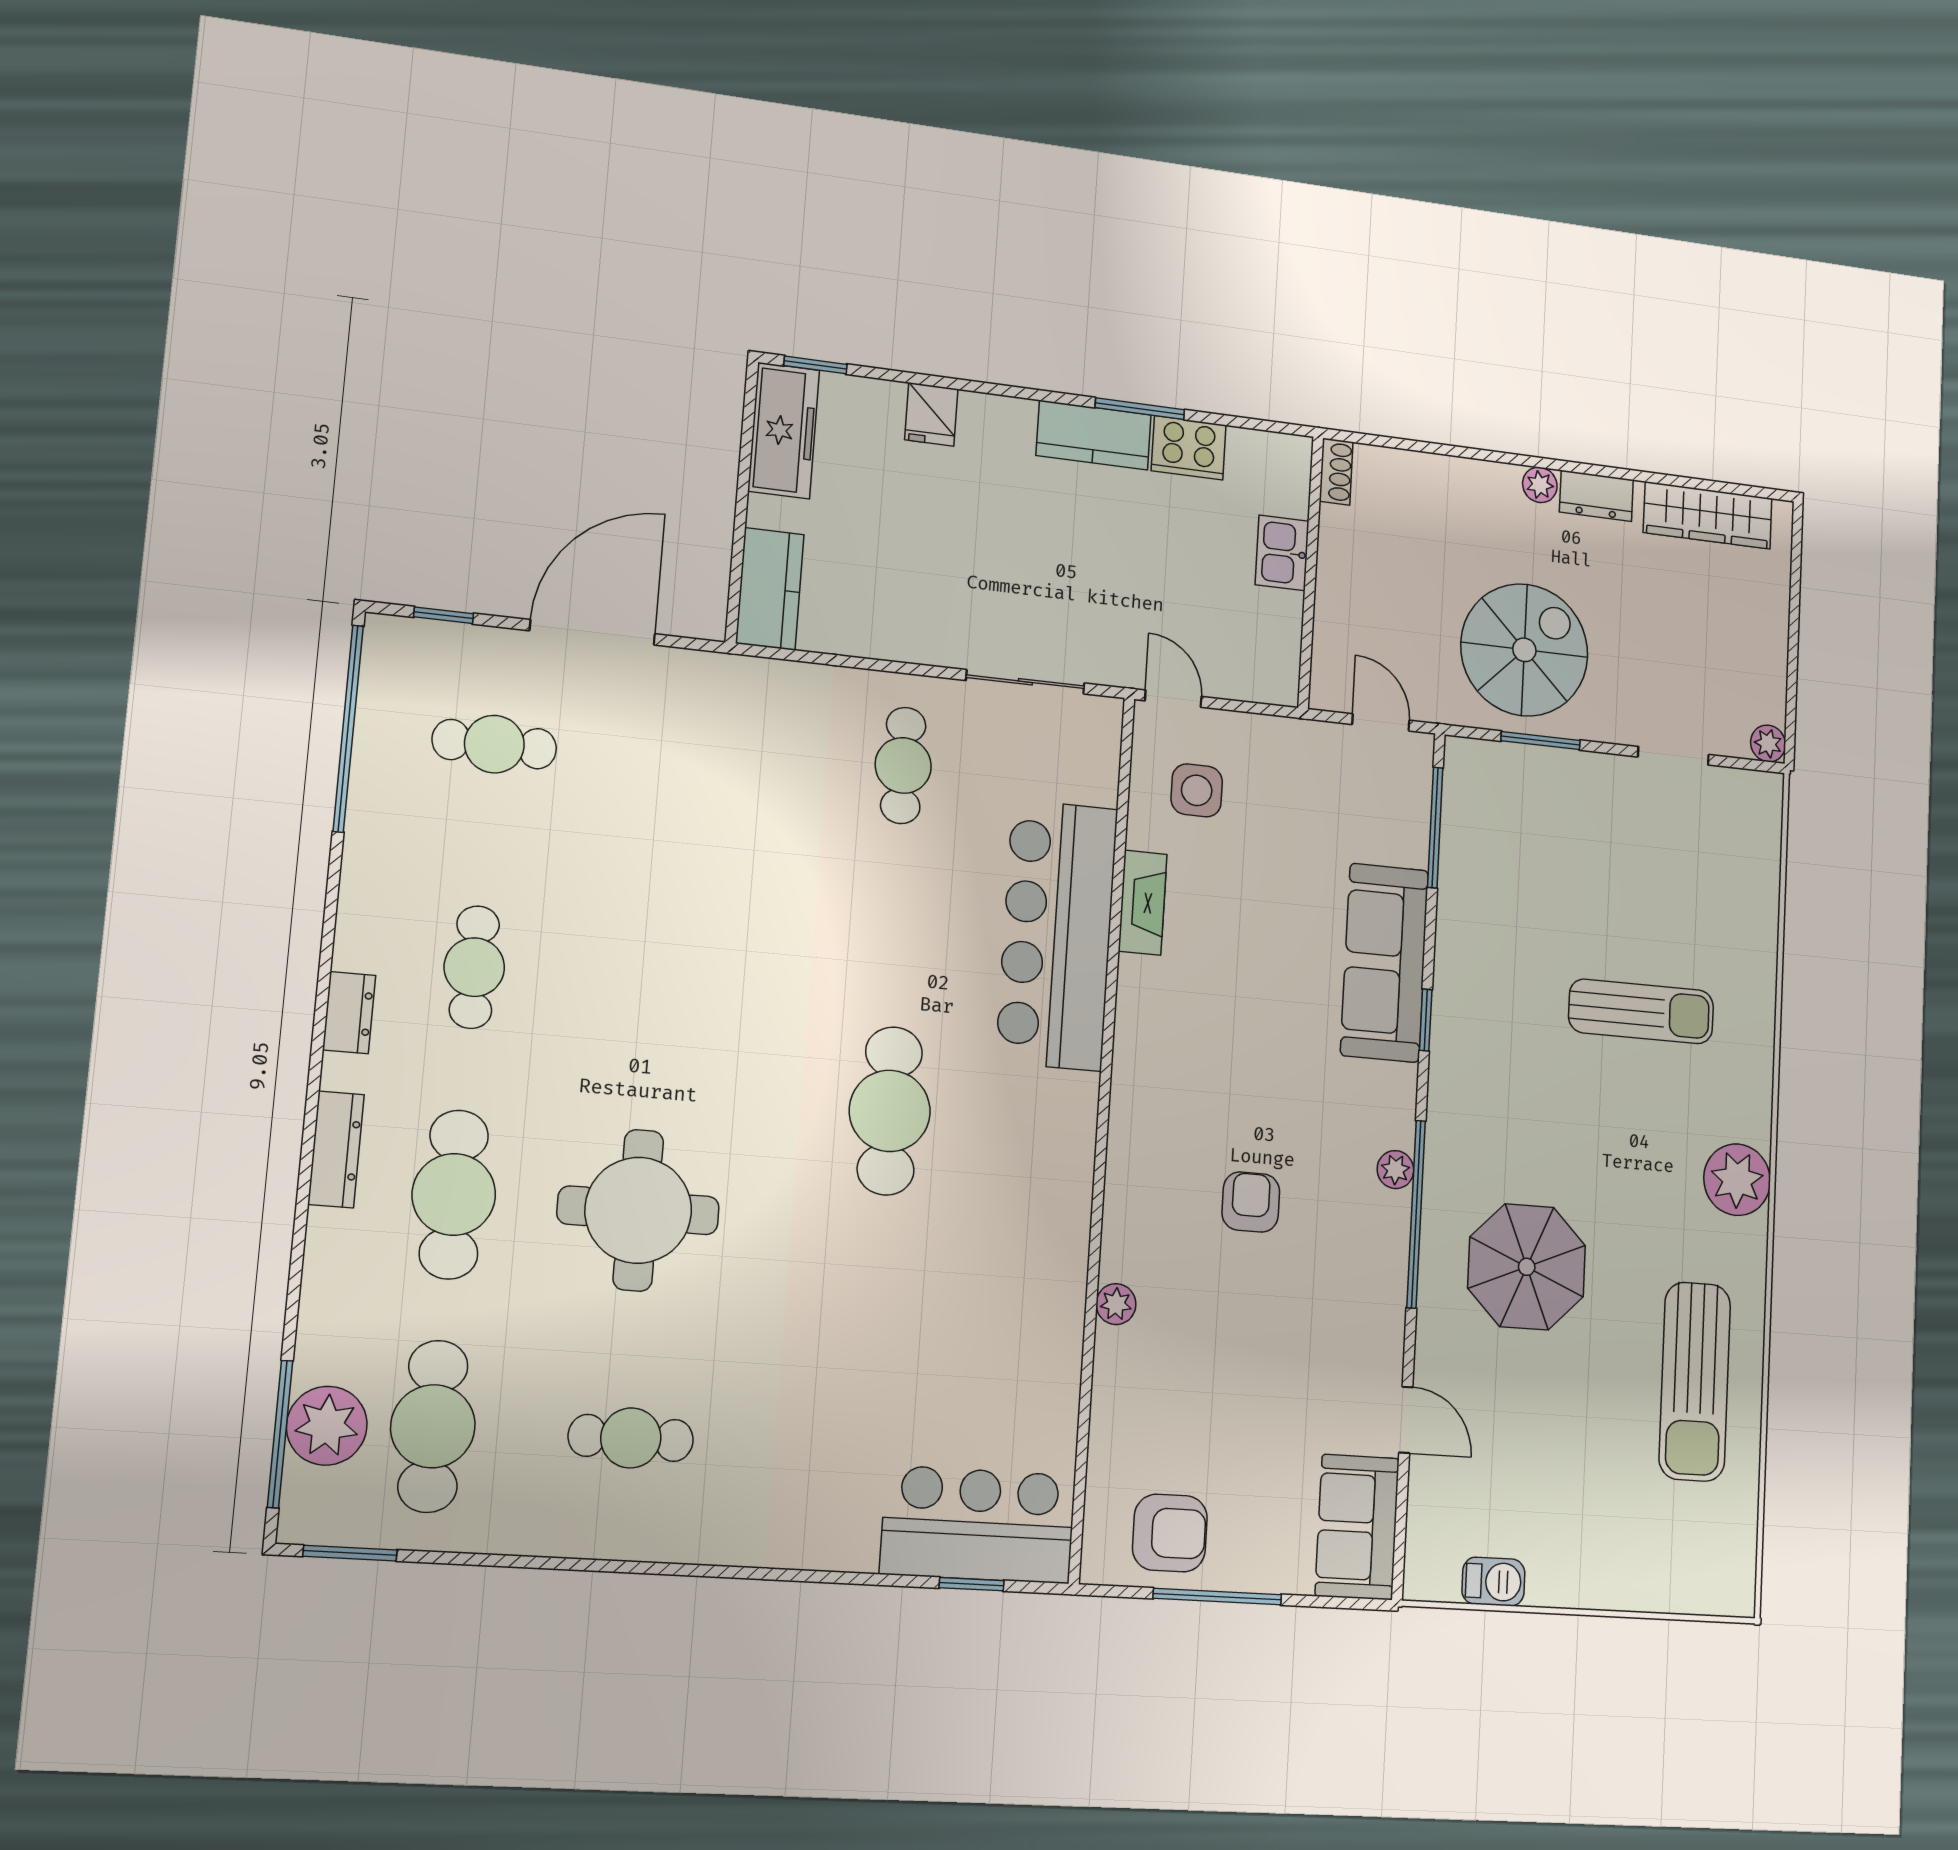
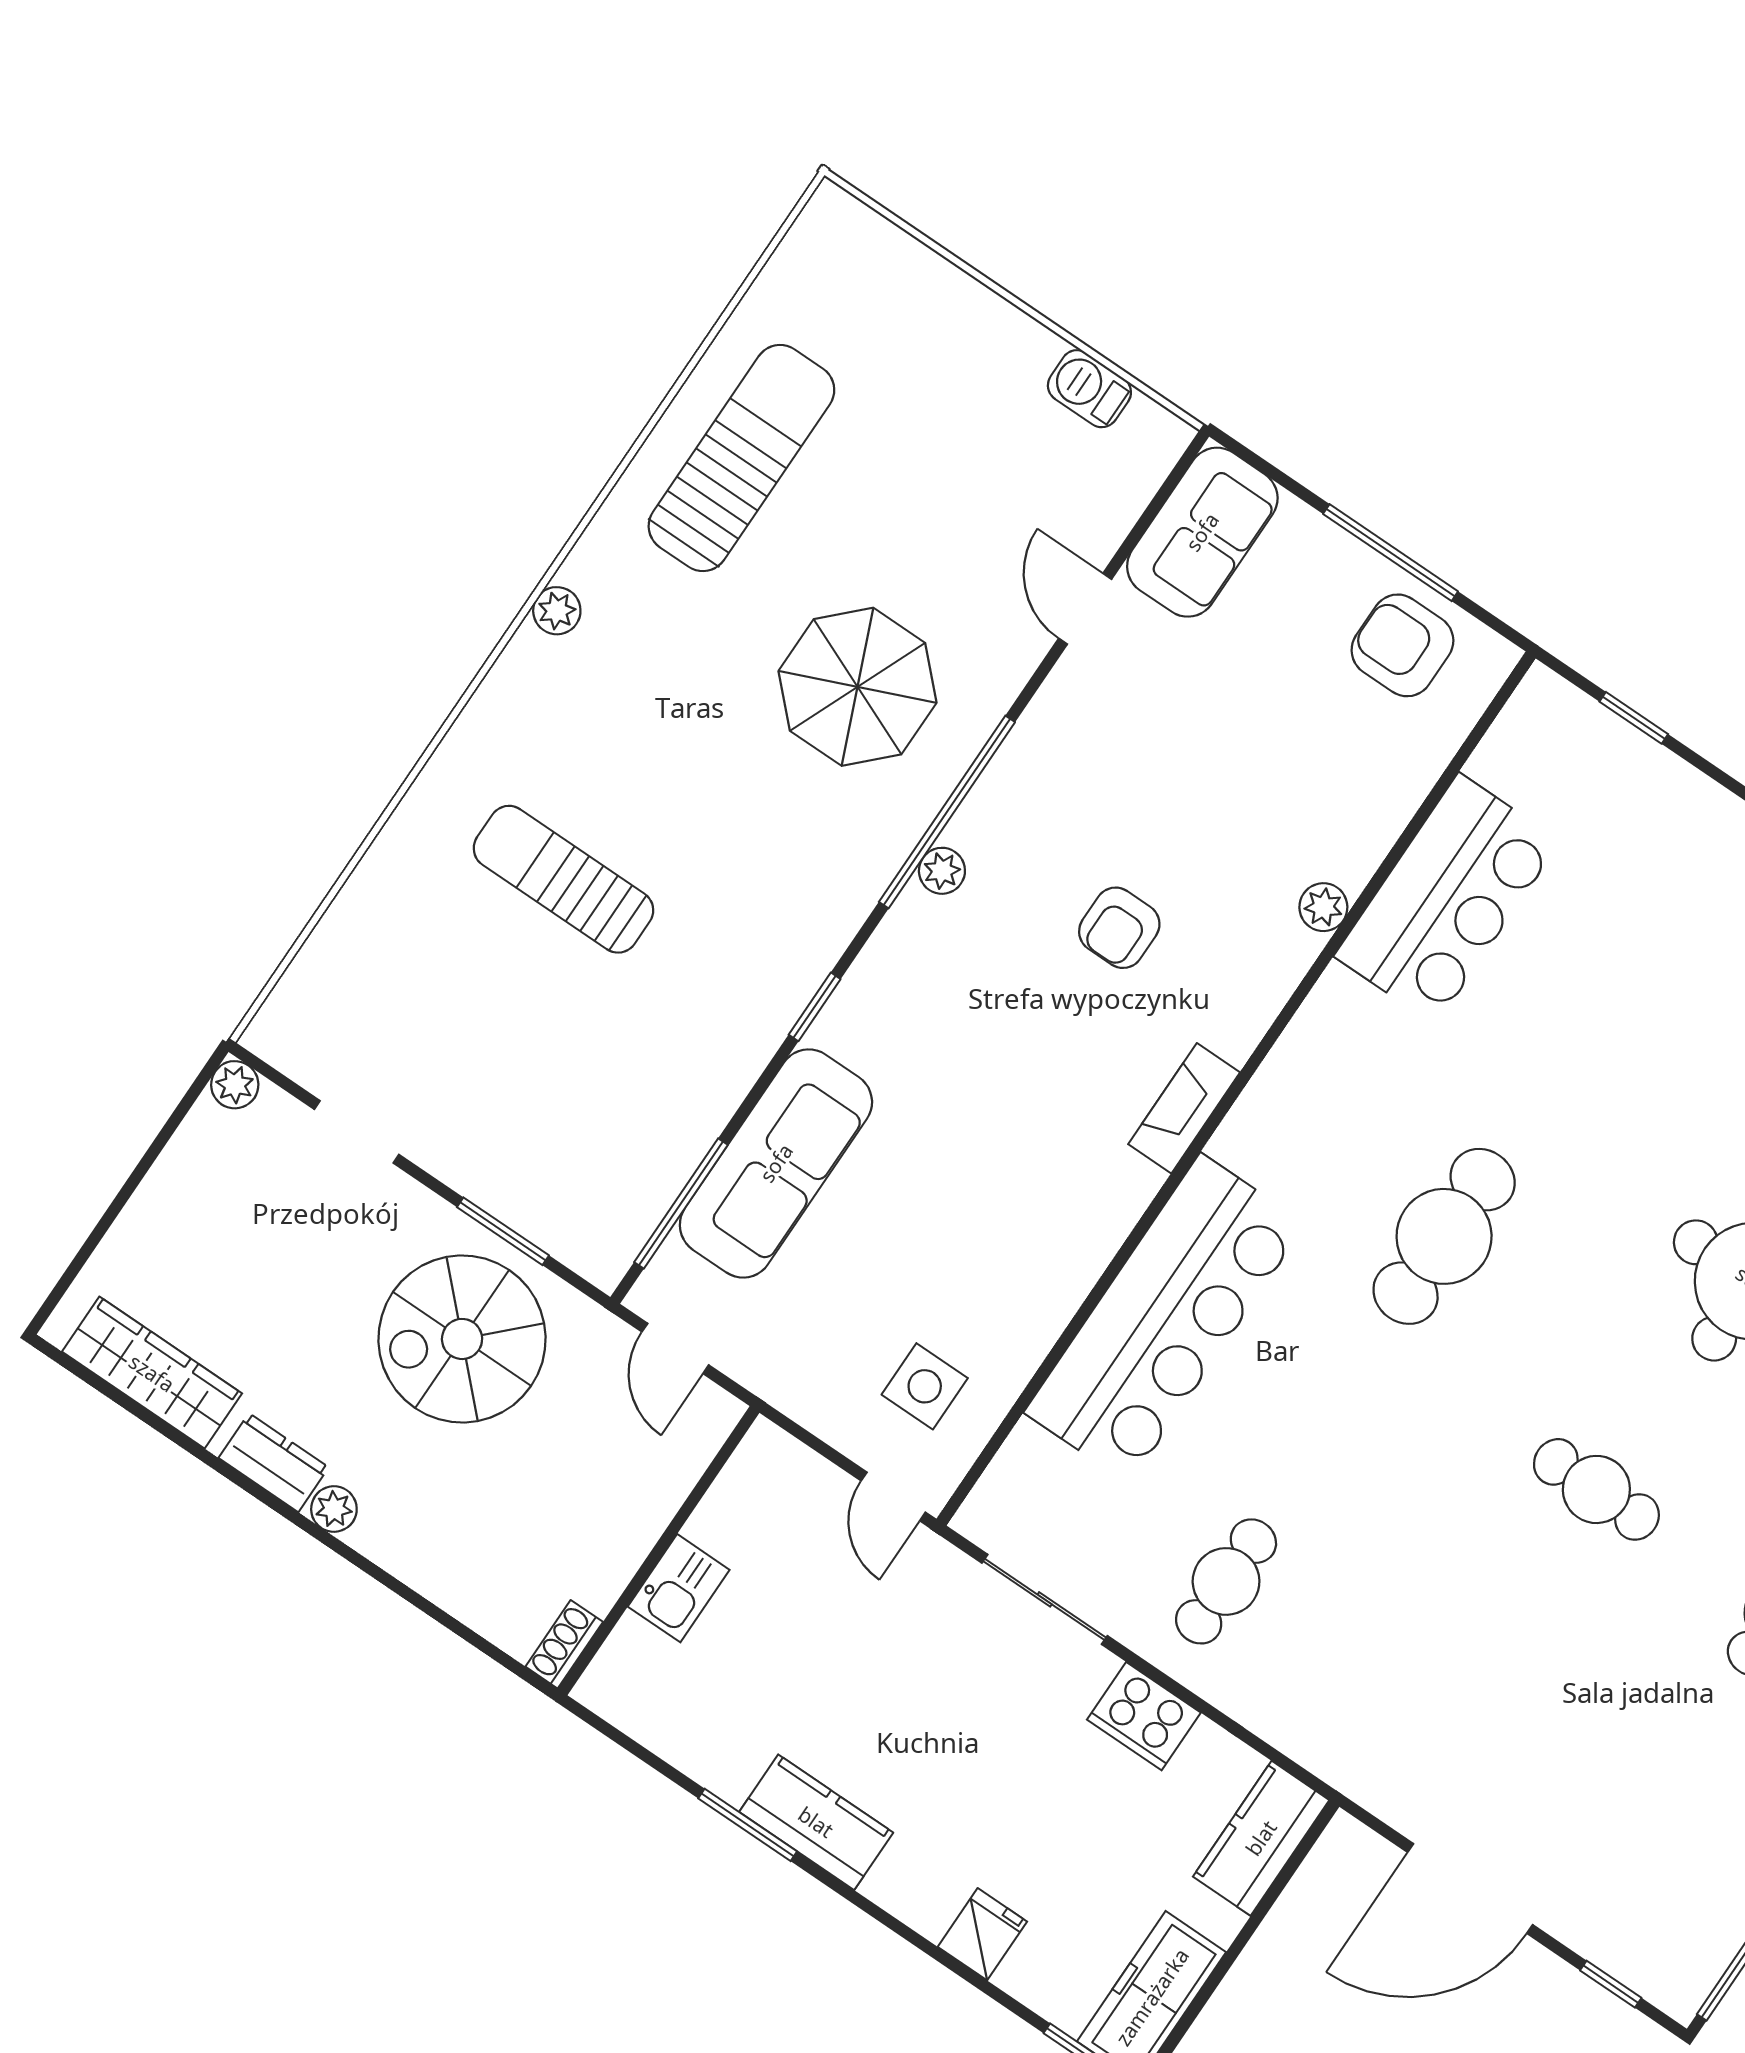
cooker: (1189, 448) -> (1144, 1716), moved, turned 180
cafe table: (494, 744) -> (1596, 1489), moved
fireplace: (1143, 903) -> (1184, 1108), moved
sofa: (1385, 963) -> (776, 1163), moved
plant: (1737, 1180) -> (557, 611), width x0.53, depth x0.53
bar counter: (978, 1525) -> (1447, 899), moved, turned -90

